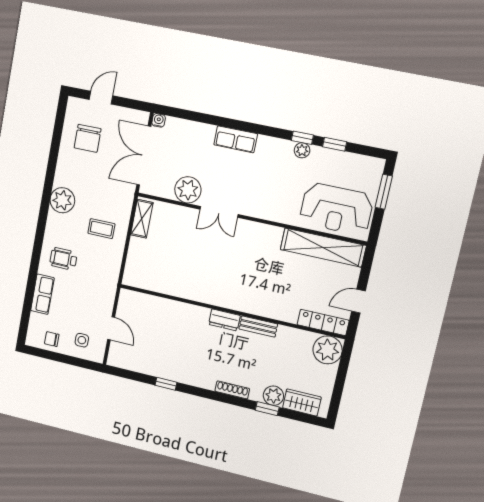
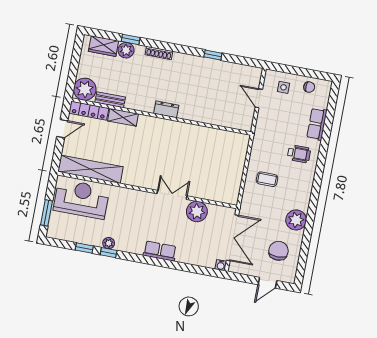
plant: (62, 200) -> (296, 220), moved
shelving: (142, 219) -> (123, 117), moved, turned 90
bench: (258, 327) -> (110, 100), moved

